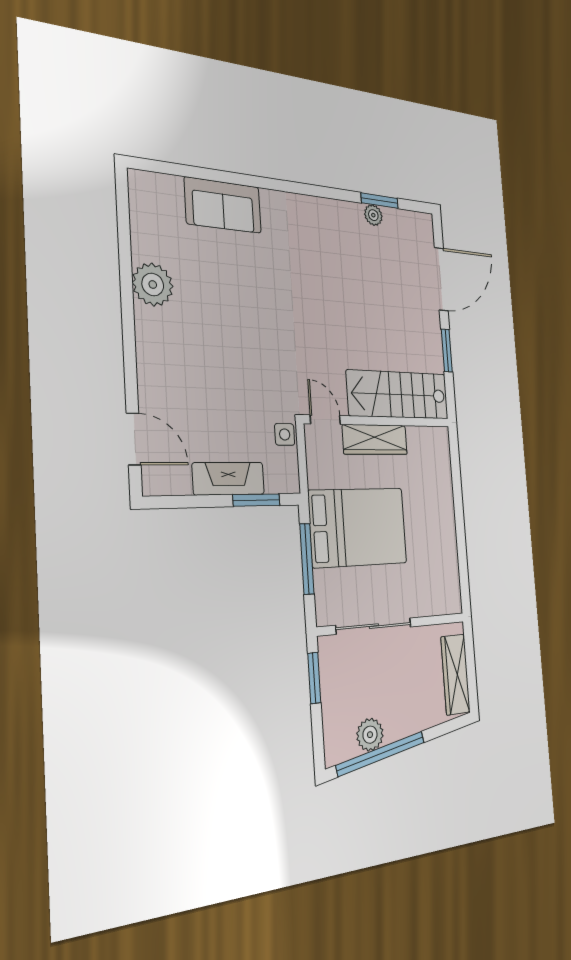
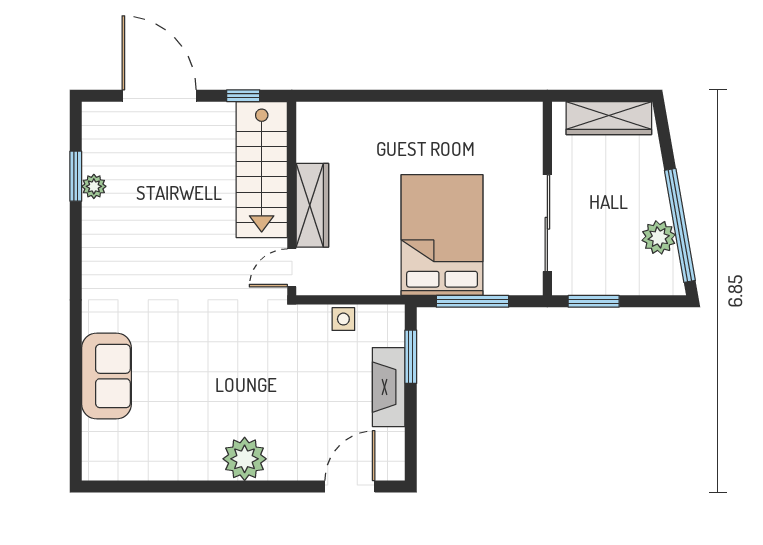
plant: (153, 285) -> (245, 459), moved
window: (447, 350) -> (243, 96), width x0.67
stairs: (398, 395) -> (262, 170), moved
door: (325, 420) -> (292, 268), moved
wall: (379, 421) -> (292, 199), moved
wardrobe: (375, 440) -> (312, 205), moved

